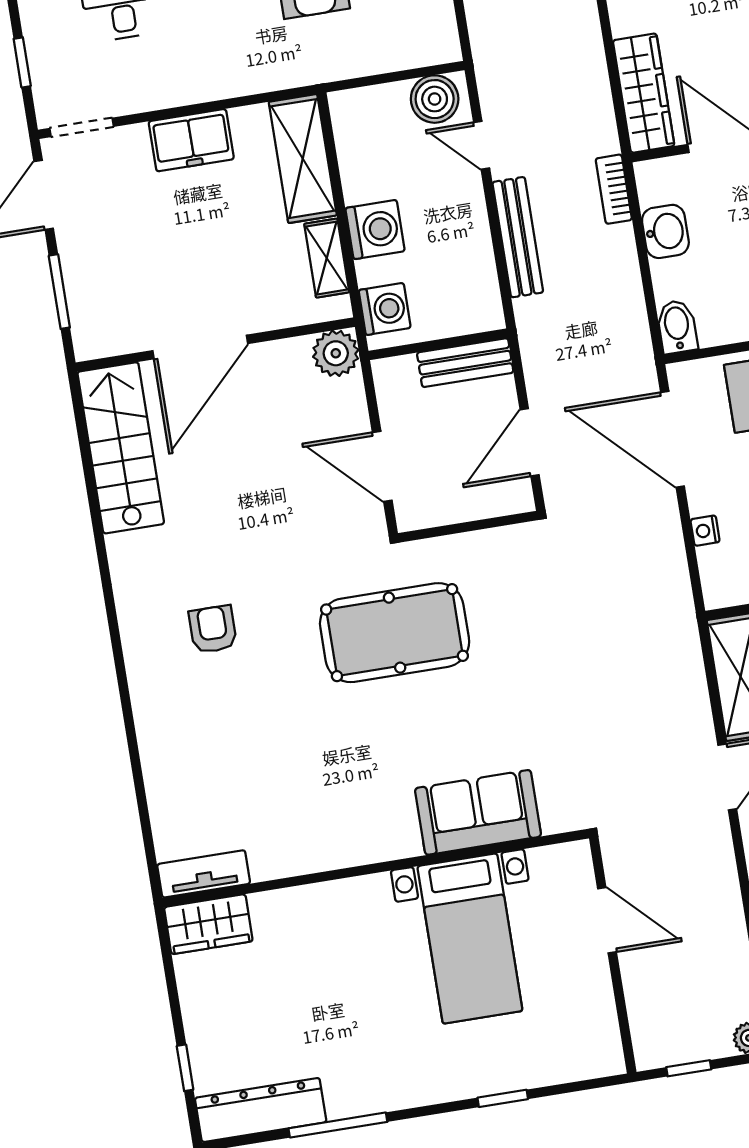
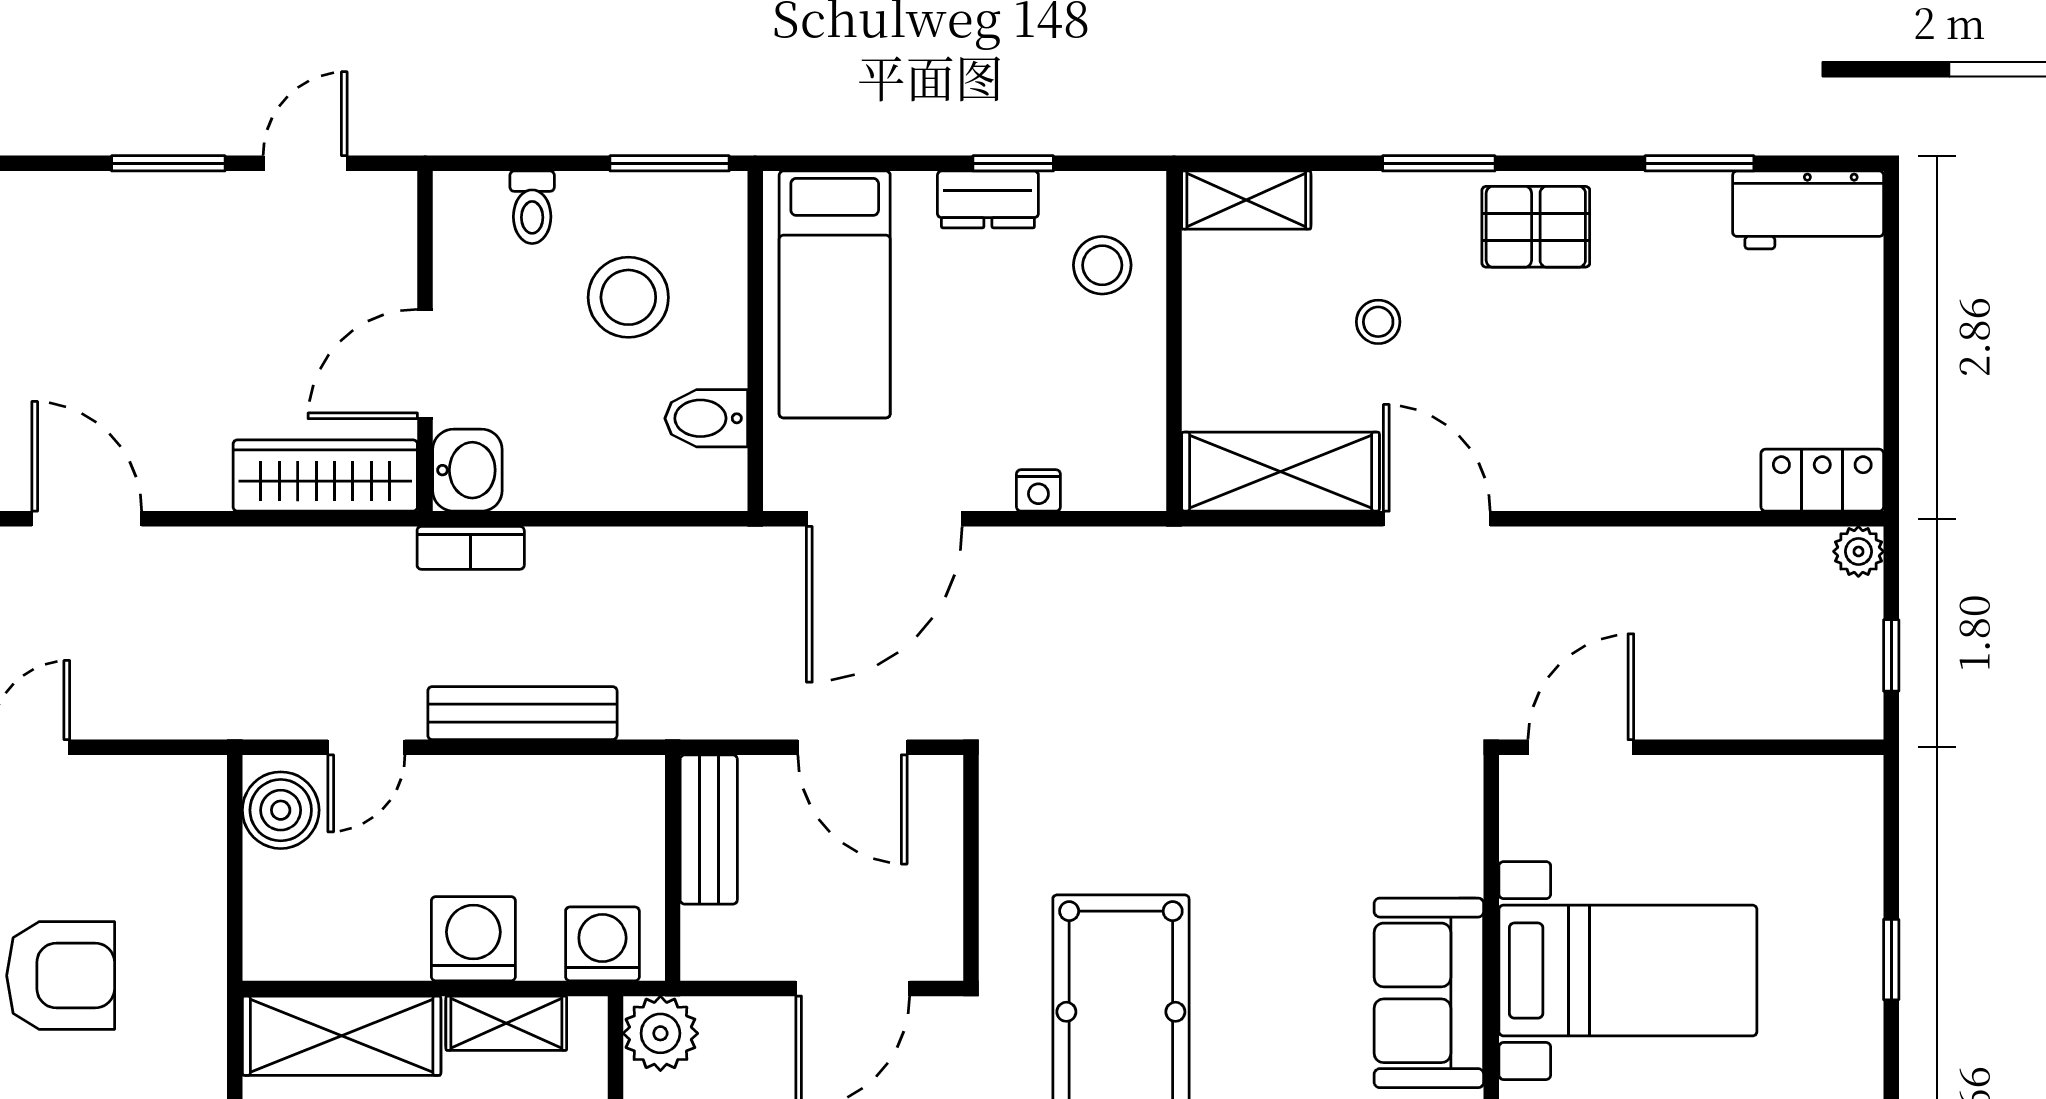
washbasin: (665, 231) -> (467, 470), moved, turned 90
bidet: (677, 327) -> (706, 418), moved
sofa: (478, 812) -> (1429, 993), moved
door: (607, 920) -> (1581, 747), moved

